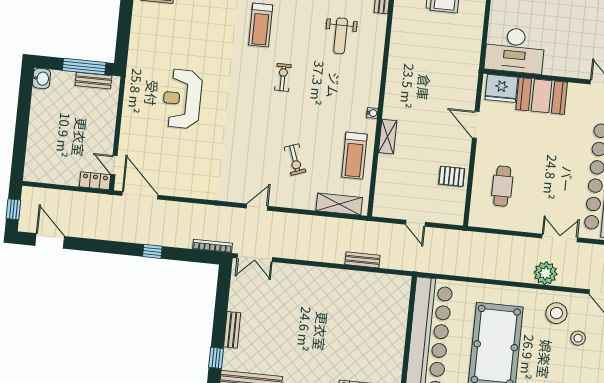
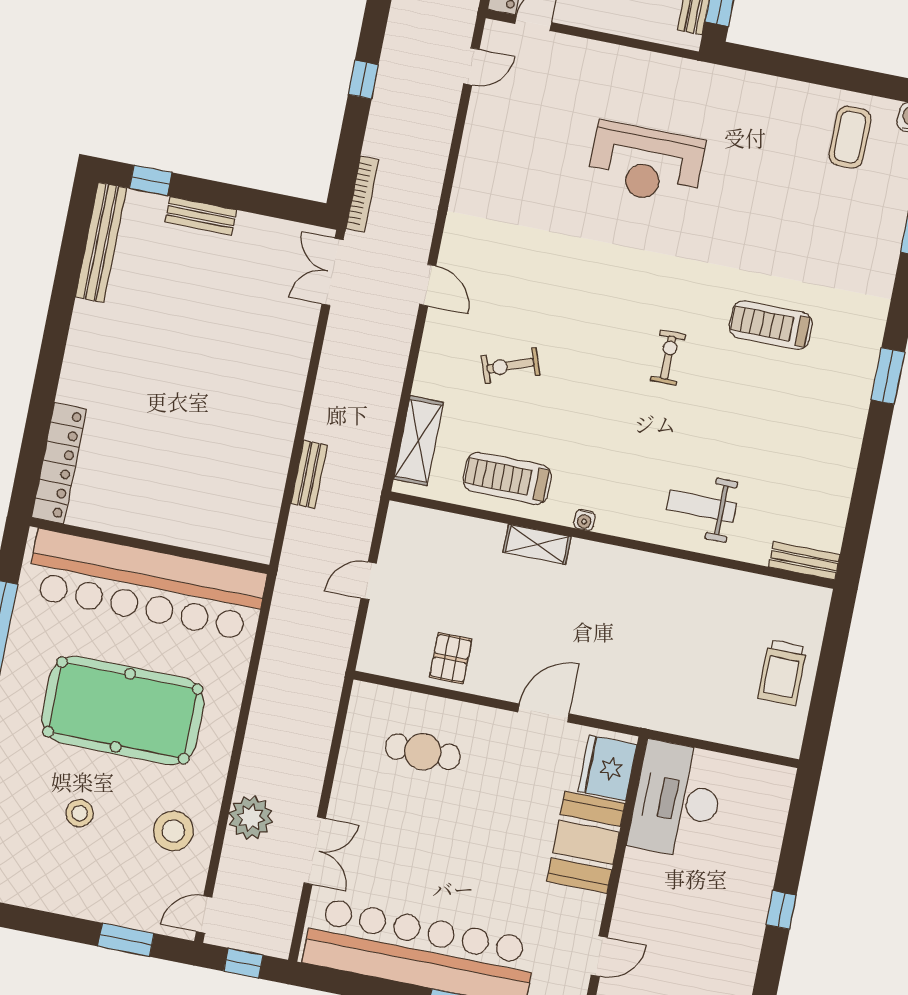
weight bench: (341, 36) -> (701, 506), moved
exercise bike: (283, 77) -> (668, 358), turned -90
reception desk: (182, 99) -> (646, 163), turned 180
door: (140, 195) -> (471, 66), width x0.53
stool: (578, 338) -> (80, 813), moved

